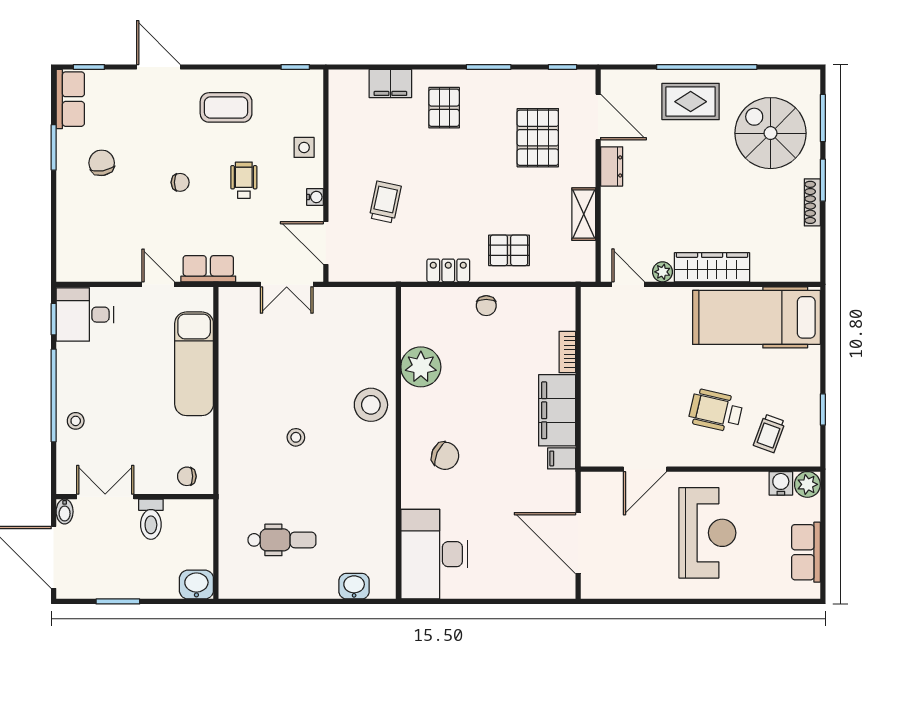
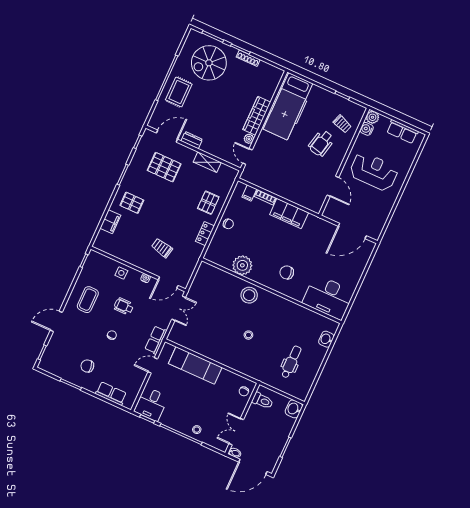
row of seats: (70, 99) -> (111, 394), moved
door: (628, 284) -> (247, 157), hinge flipped
chair: (445, 456) -> (287, 272), turned -120
filing cabinet: (562, 458) -> (249, 193), moved
toilet: (151, 519) -> (263, 401), moved

